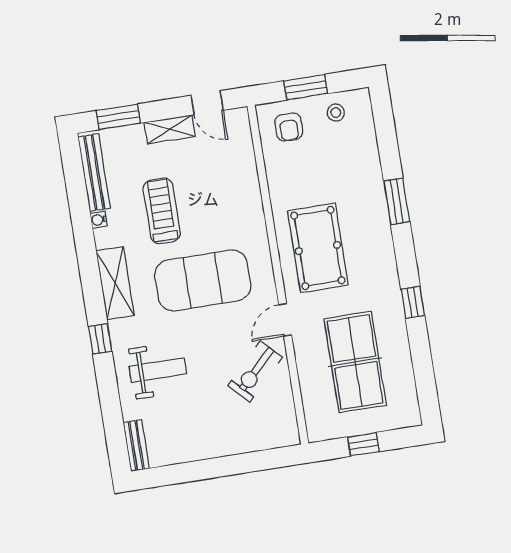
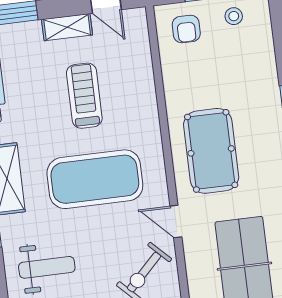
treadmill: (162, 211) -> (84, 96), moved
door: (285, 320) -> (176, 222), hinge flipped

